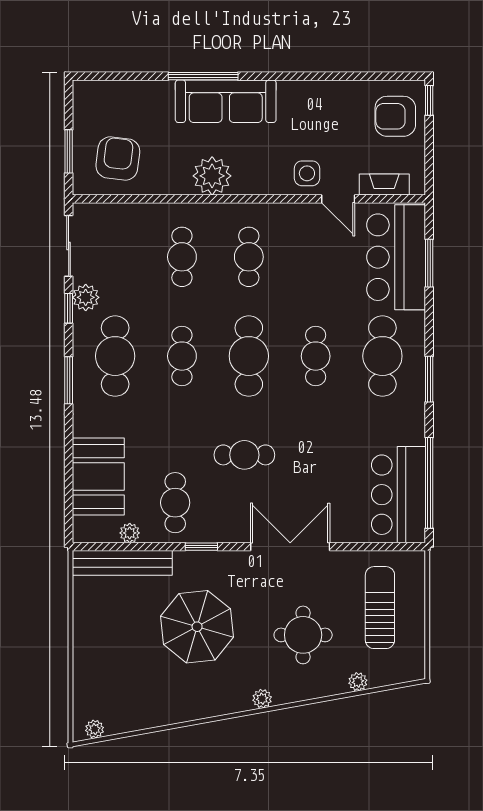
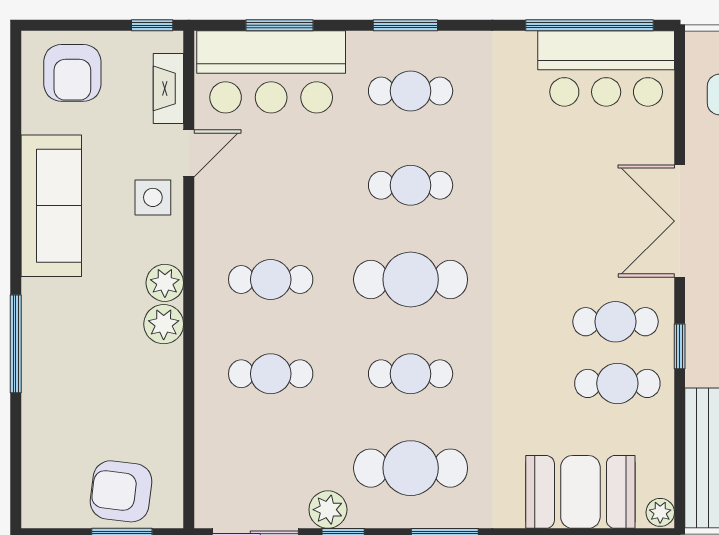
window: (429, 100) -> (152, 25), moved
sofa: (226, 101) -> (51, 206), moved
armchair: (118, 159) -> (121, 491), moved
plant: (212, 176) -> (164, 324), width x0.73, depth x0.73
plant: (246, 182) -> (165, 283), added
cafe table: (382, 356) -> (411, 91), width x0.73, depth x0.74
window: (429, 379) -> (405, 25), moved
cafe table: (244, 455) -> (616, 322), moved, turned 90
plant: (130, 533) -> (660, 512), moved

